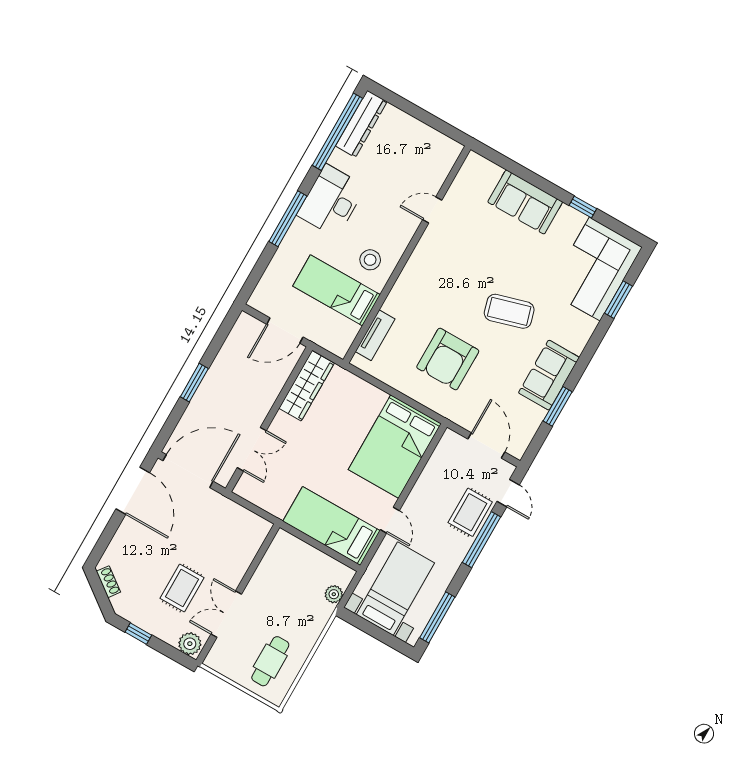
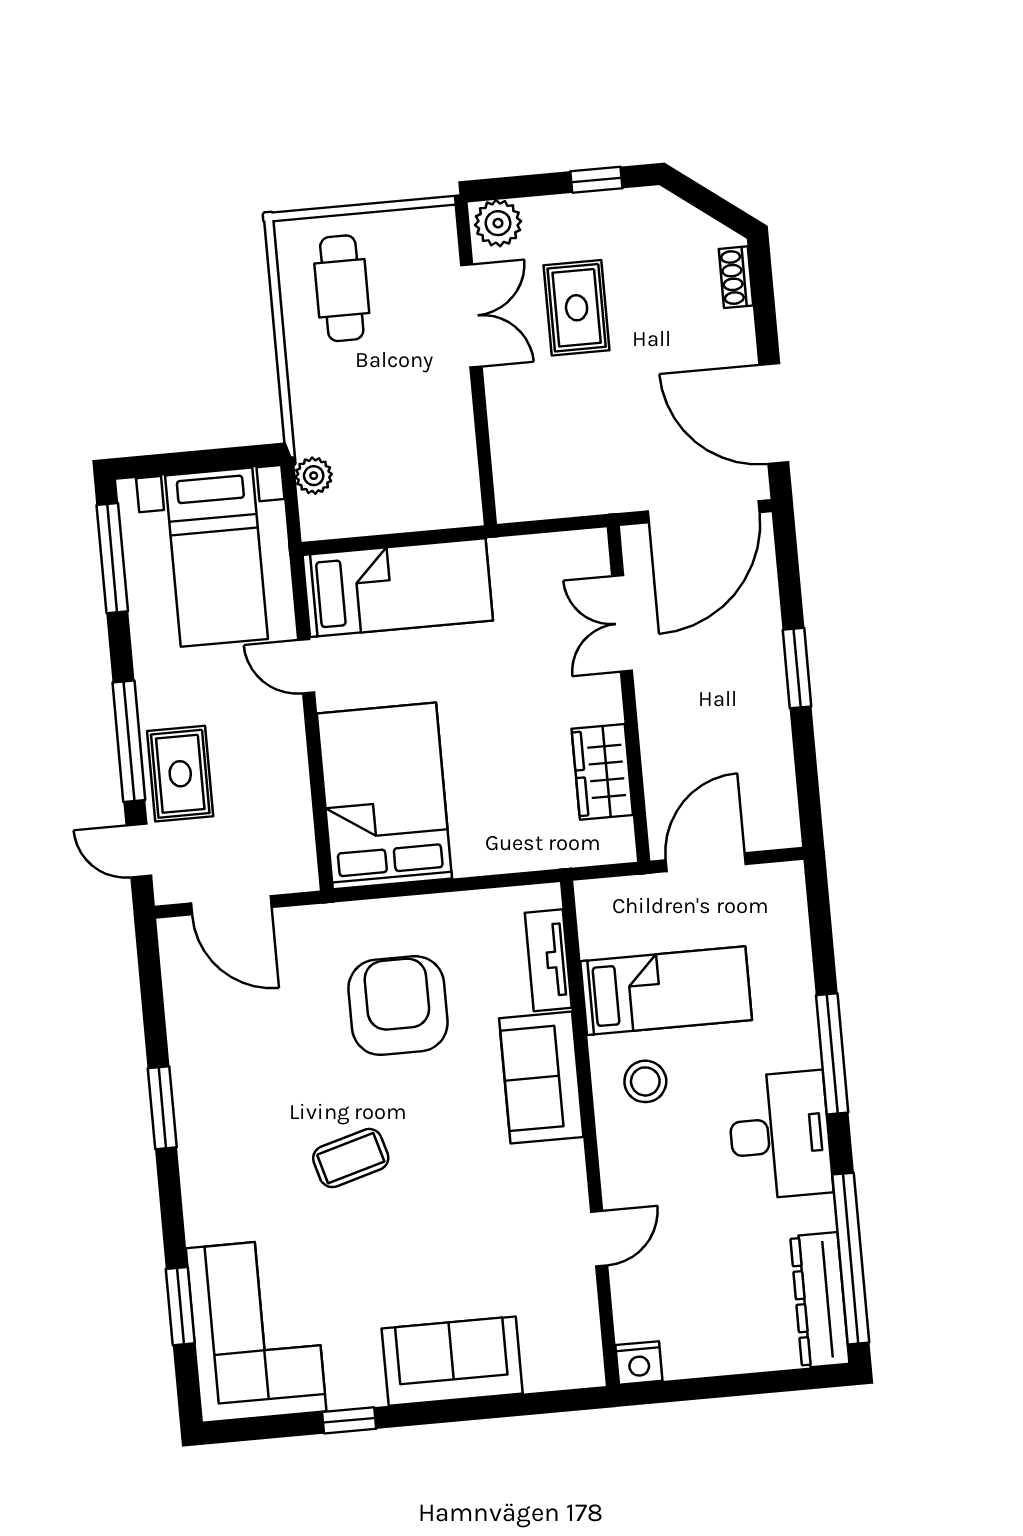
nightstand: (451, 149) -> (639, 1363), added
coffee table: (509, 311) -> (351, 1158), width x0.73, depth x0.77
sofa: (549, 375) -> (541, 1078), moved, turned 180
wardrobe: (307, 386) -> (602, 772), width x0.67
window: (558, 406) -> (162, 1108), moved
shoe rack: (108, 582) -> (736, 277), moved, turned 53

